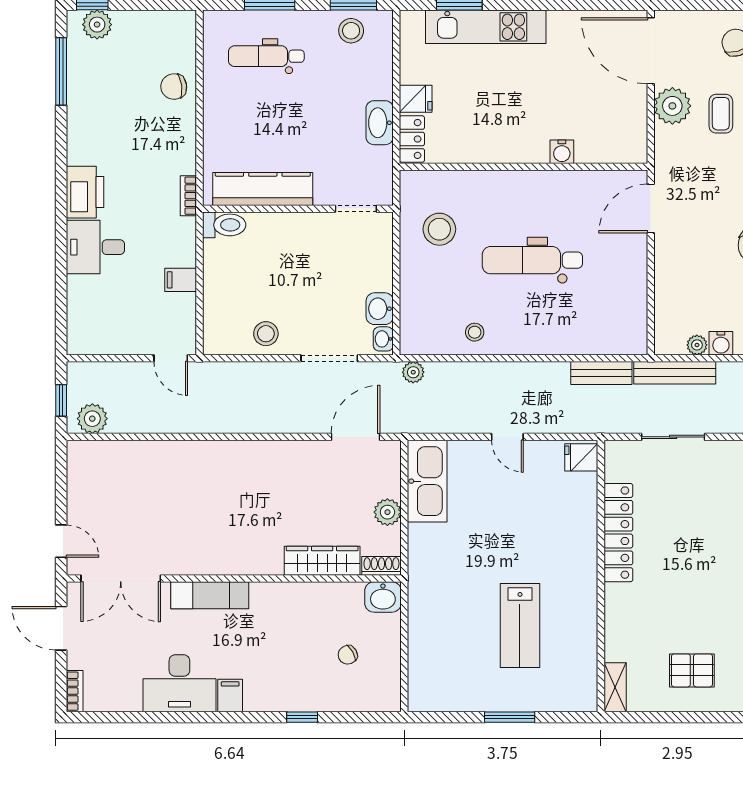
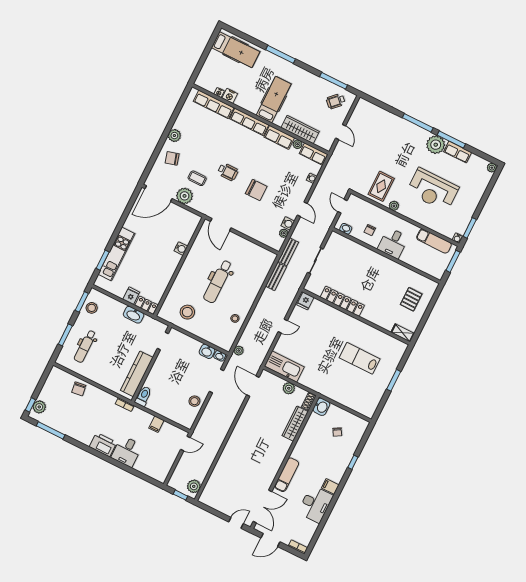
bench: (675, 373) -> (288, 252), width x0.73
lab bench: (520, 626) -> (360, 358), turned 180

